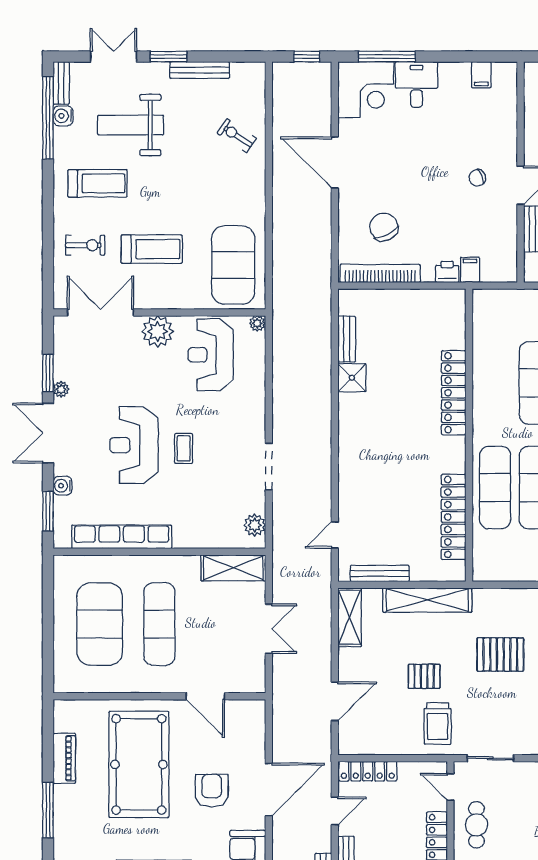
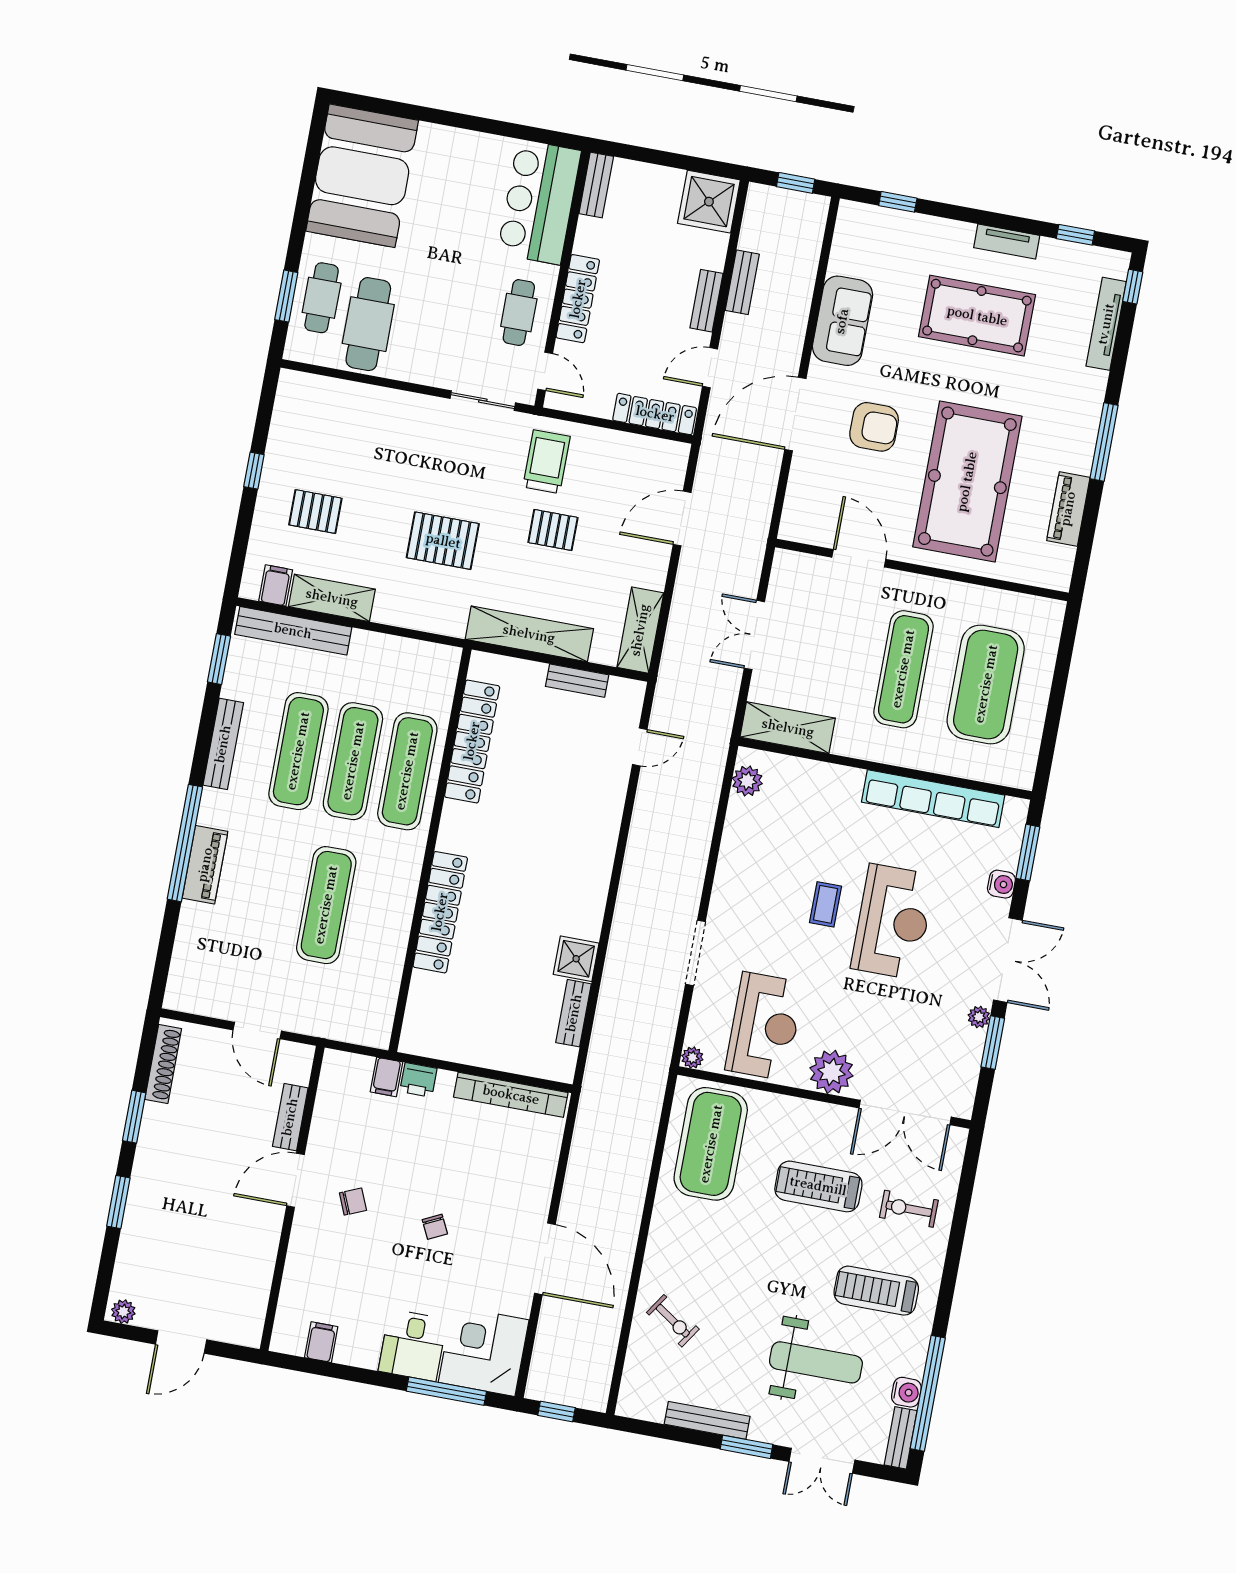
chair: (384, 227) -> (435, 1227), moved, width x0.54, depth x0.54
doorway: (269, 466) -> (695, 953), moved
bench: (380, 574) -> (577, 681), width x0.73
armchair: (212, 791) -> (874, 427), turned -90

